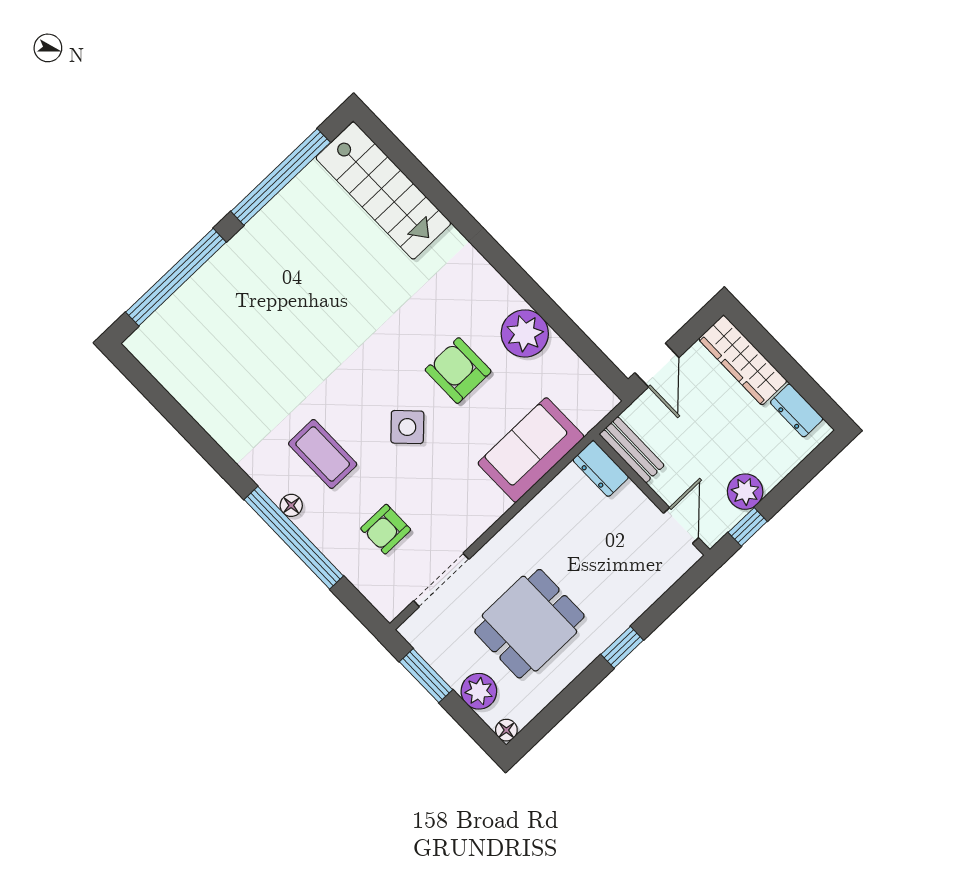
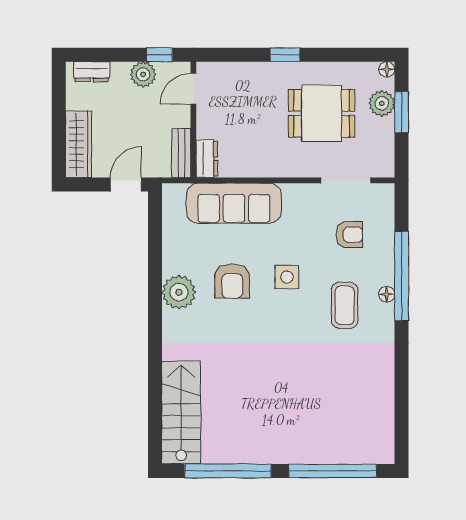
plant: (525, 333) -> (179, 292), moved
dresser: (797, 410) -> (92, 72), moved, turned 90
side table: (407, 427) -> (287, 277), turned 45
sofa: (531, 450) -> (234, 203), width x1.36
window: (426, 676) -> (402, 112), moved

